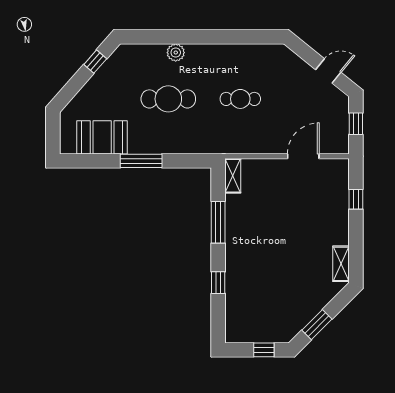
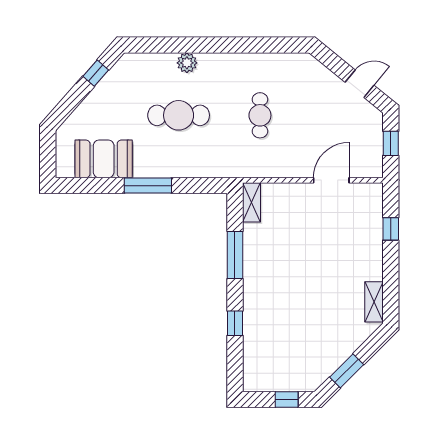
cafe table: (240, 99) -> (260, 115), turned 90

